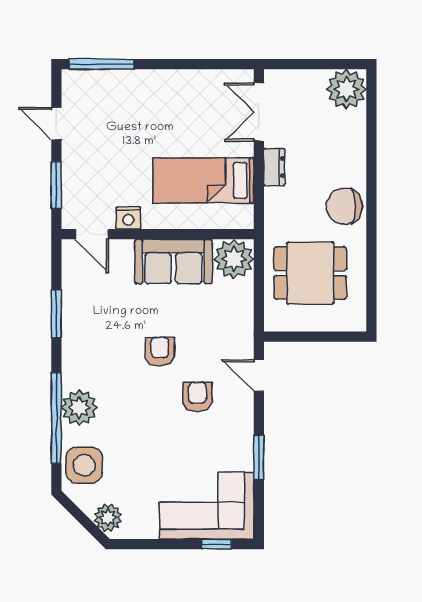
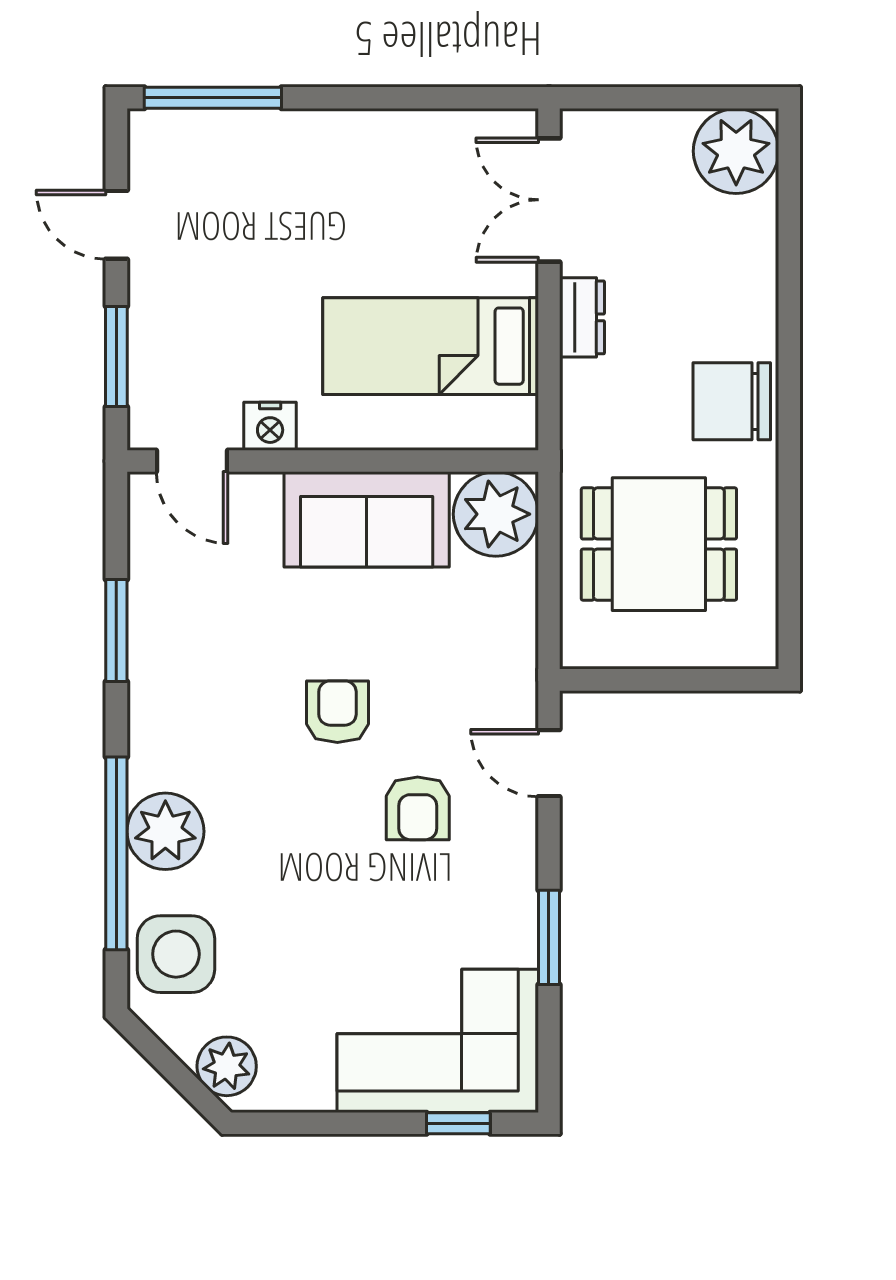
armchair: (197, 397) -> (418, 808), turned 180

